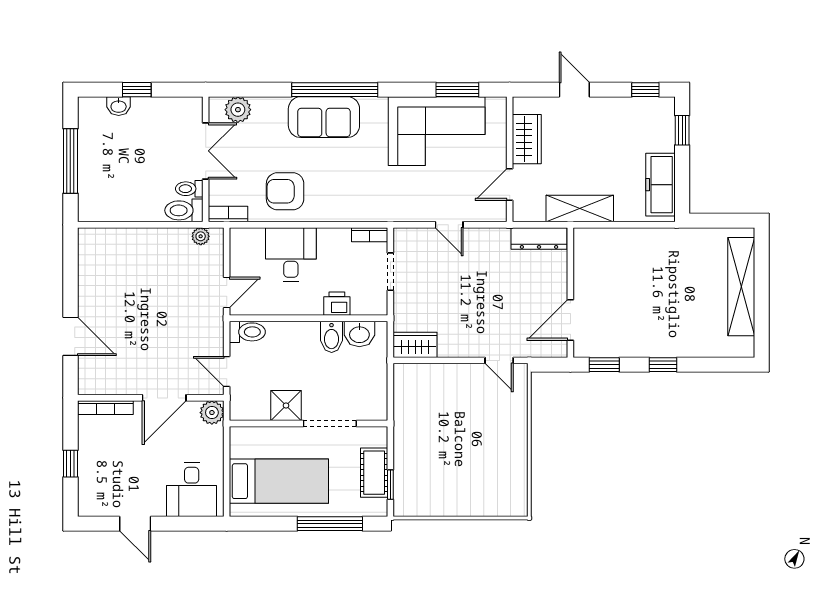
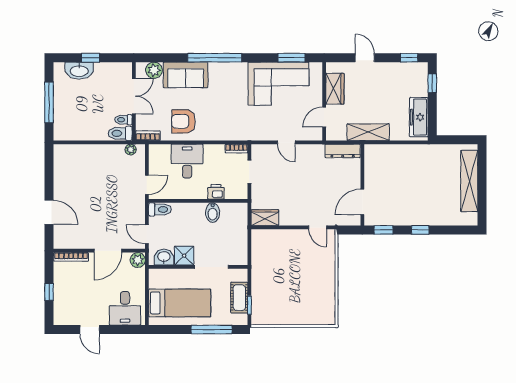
washbasin: (119, 106) -> (79, 71), width x1.91, depth x1.45
sofa: (324, 117) -> (186, 75), moved
washbasin: (359, 334) -> (164, 257), moved, turned 180

